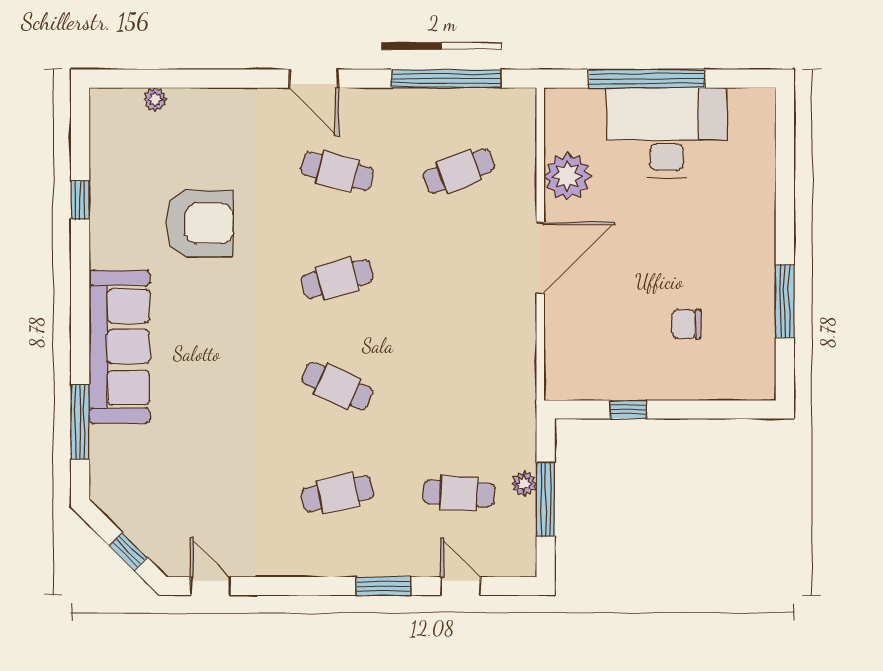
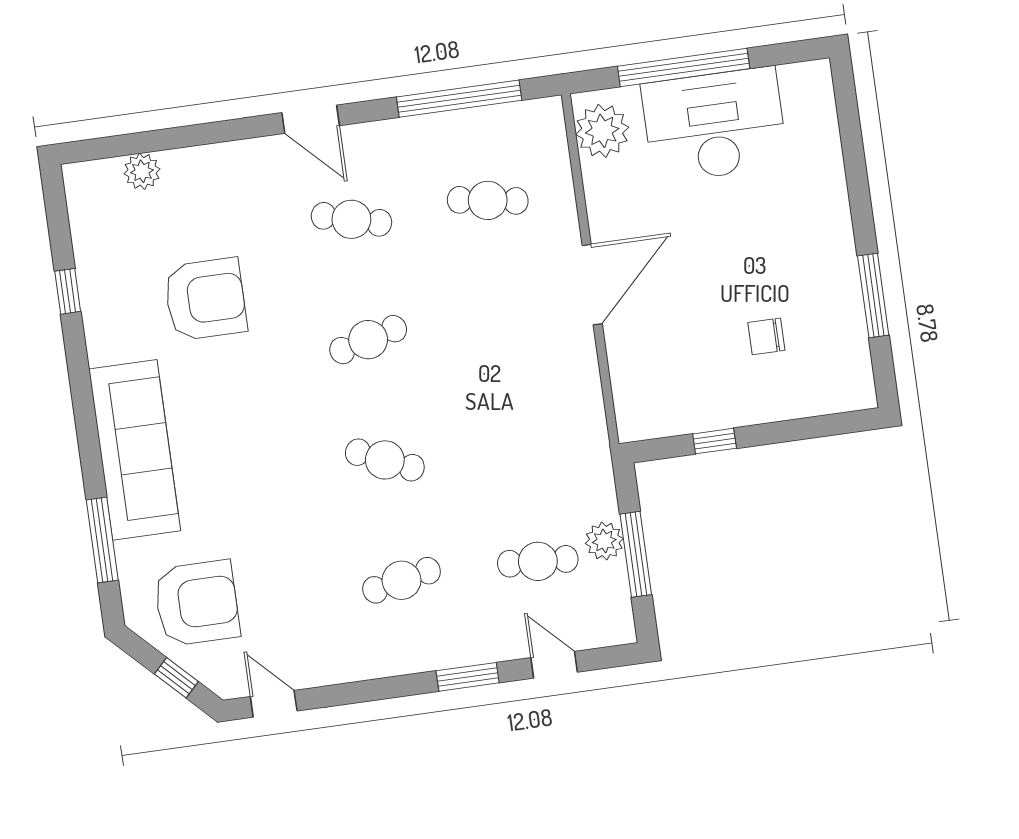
plant: (155, 99) -> (142, 171), width x1.38, depth x1.38
cafe table: (459, 171) -> (488, 200), turned 30
plant: (568, 176) -> (602, 131), moved
plant: (524, 484) -> (604, 541), width x1.38, depth x1.38
armchair: (155, 488) -> (197, 603), added

